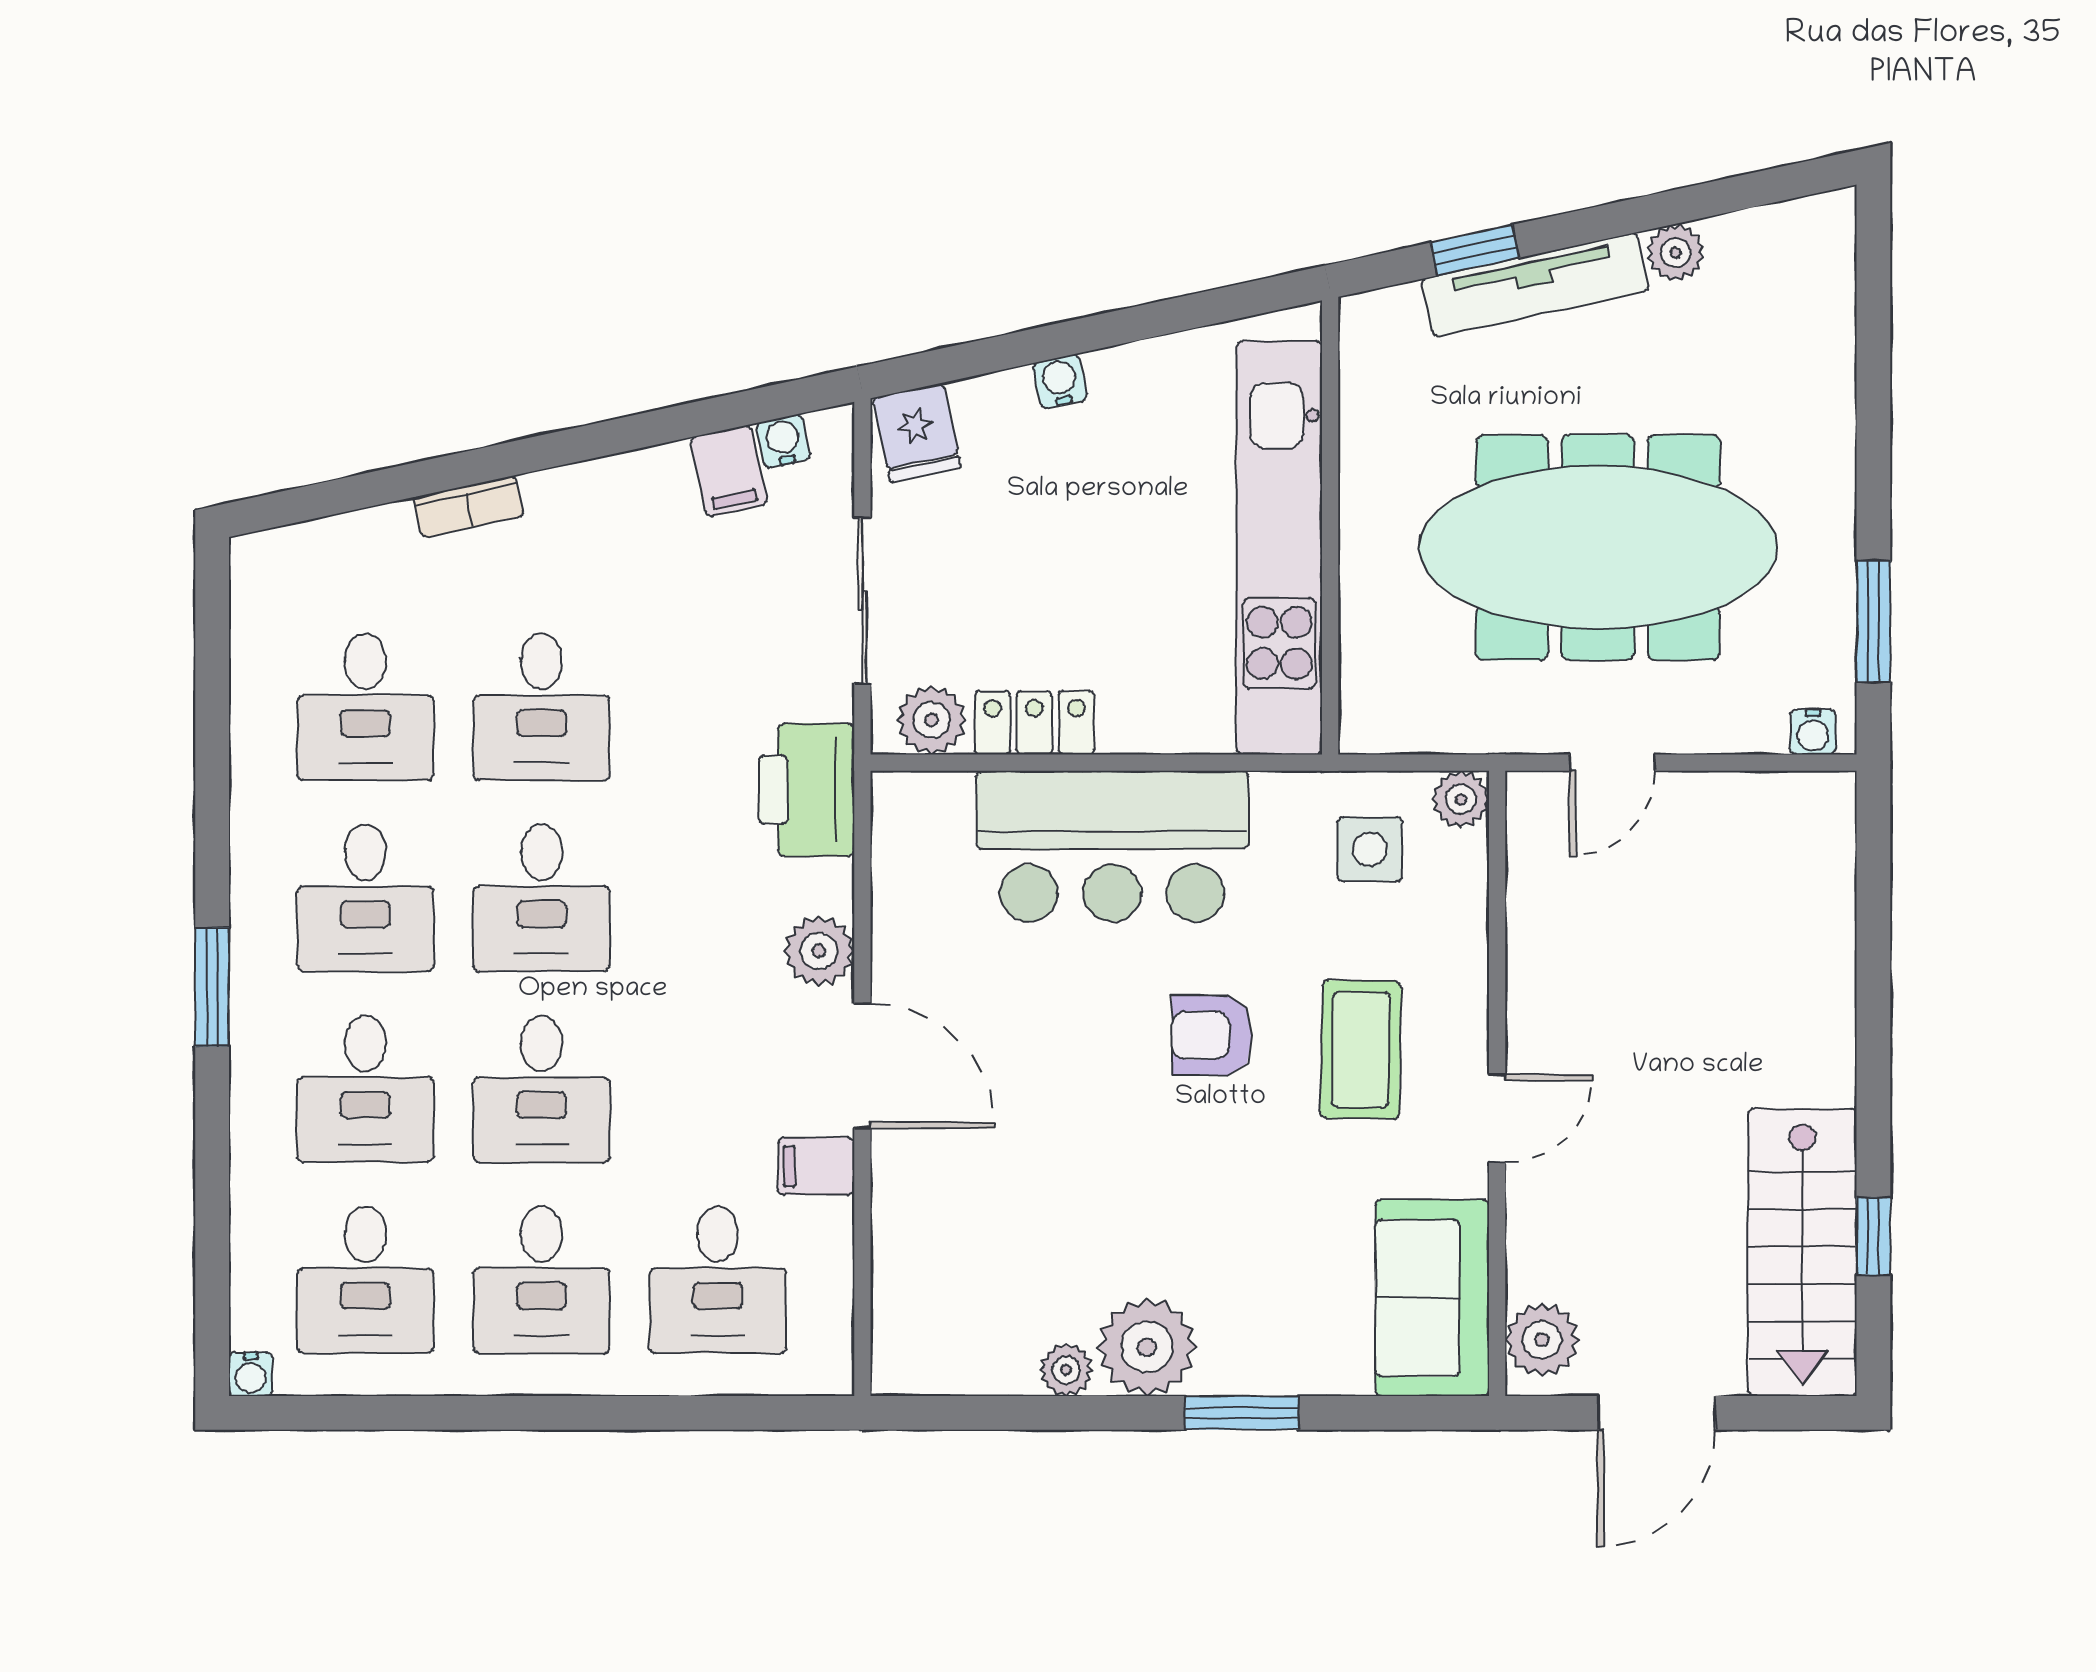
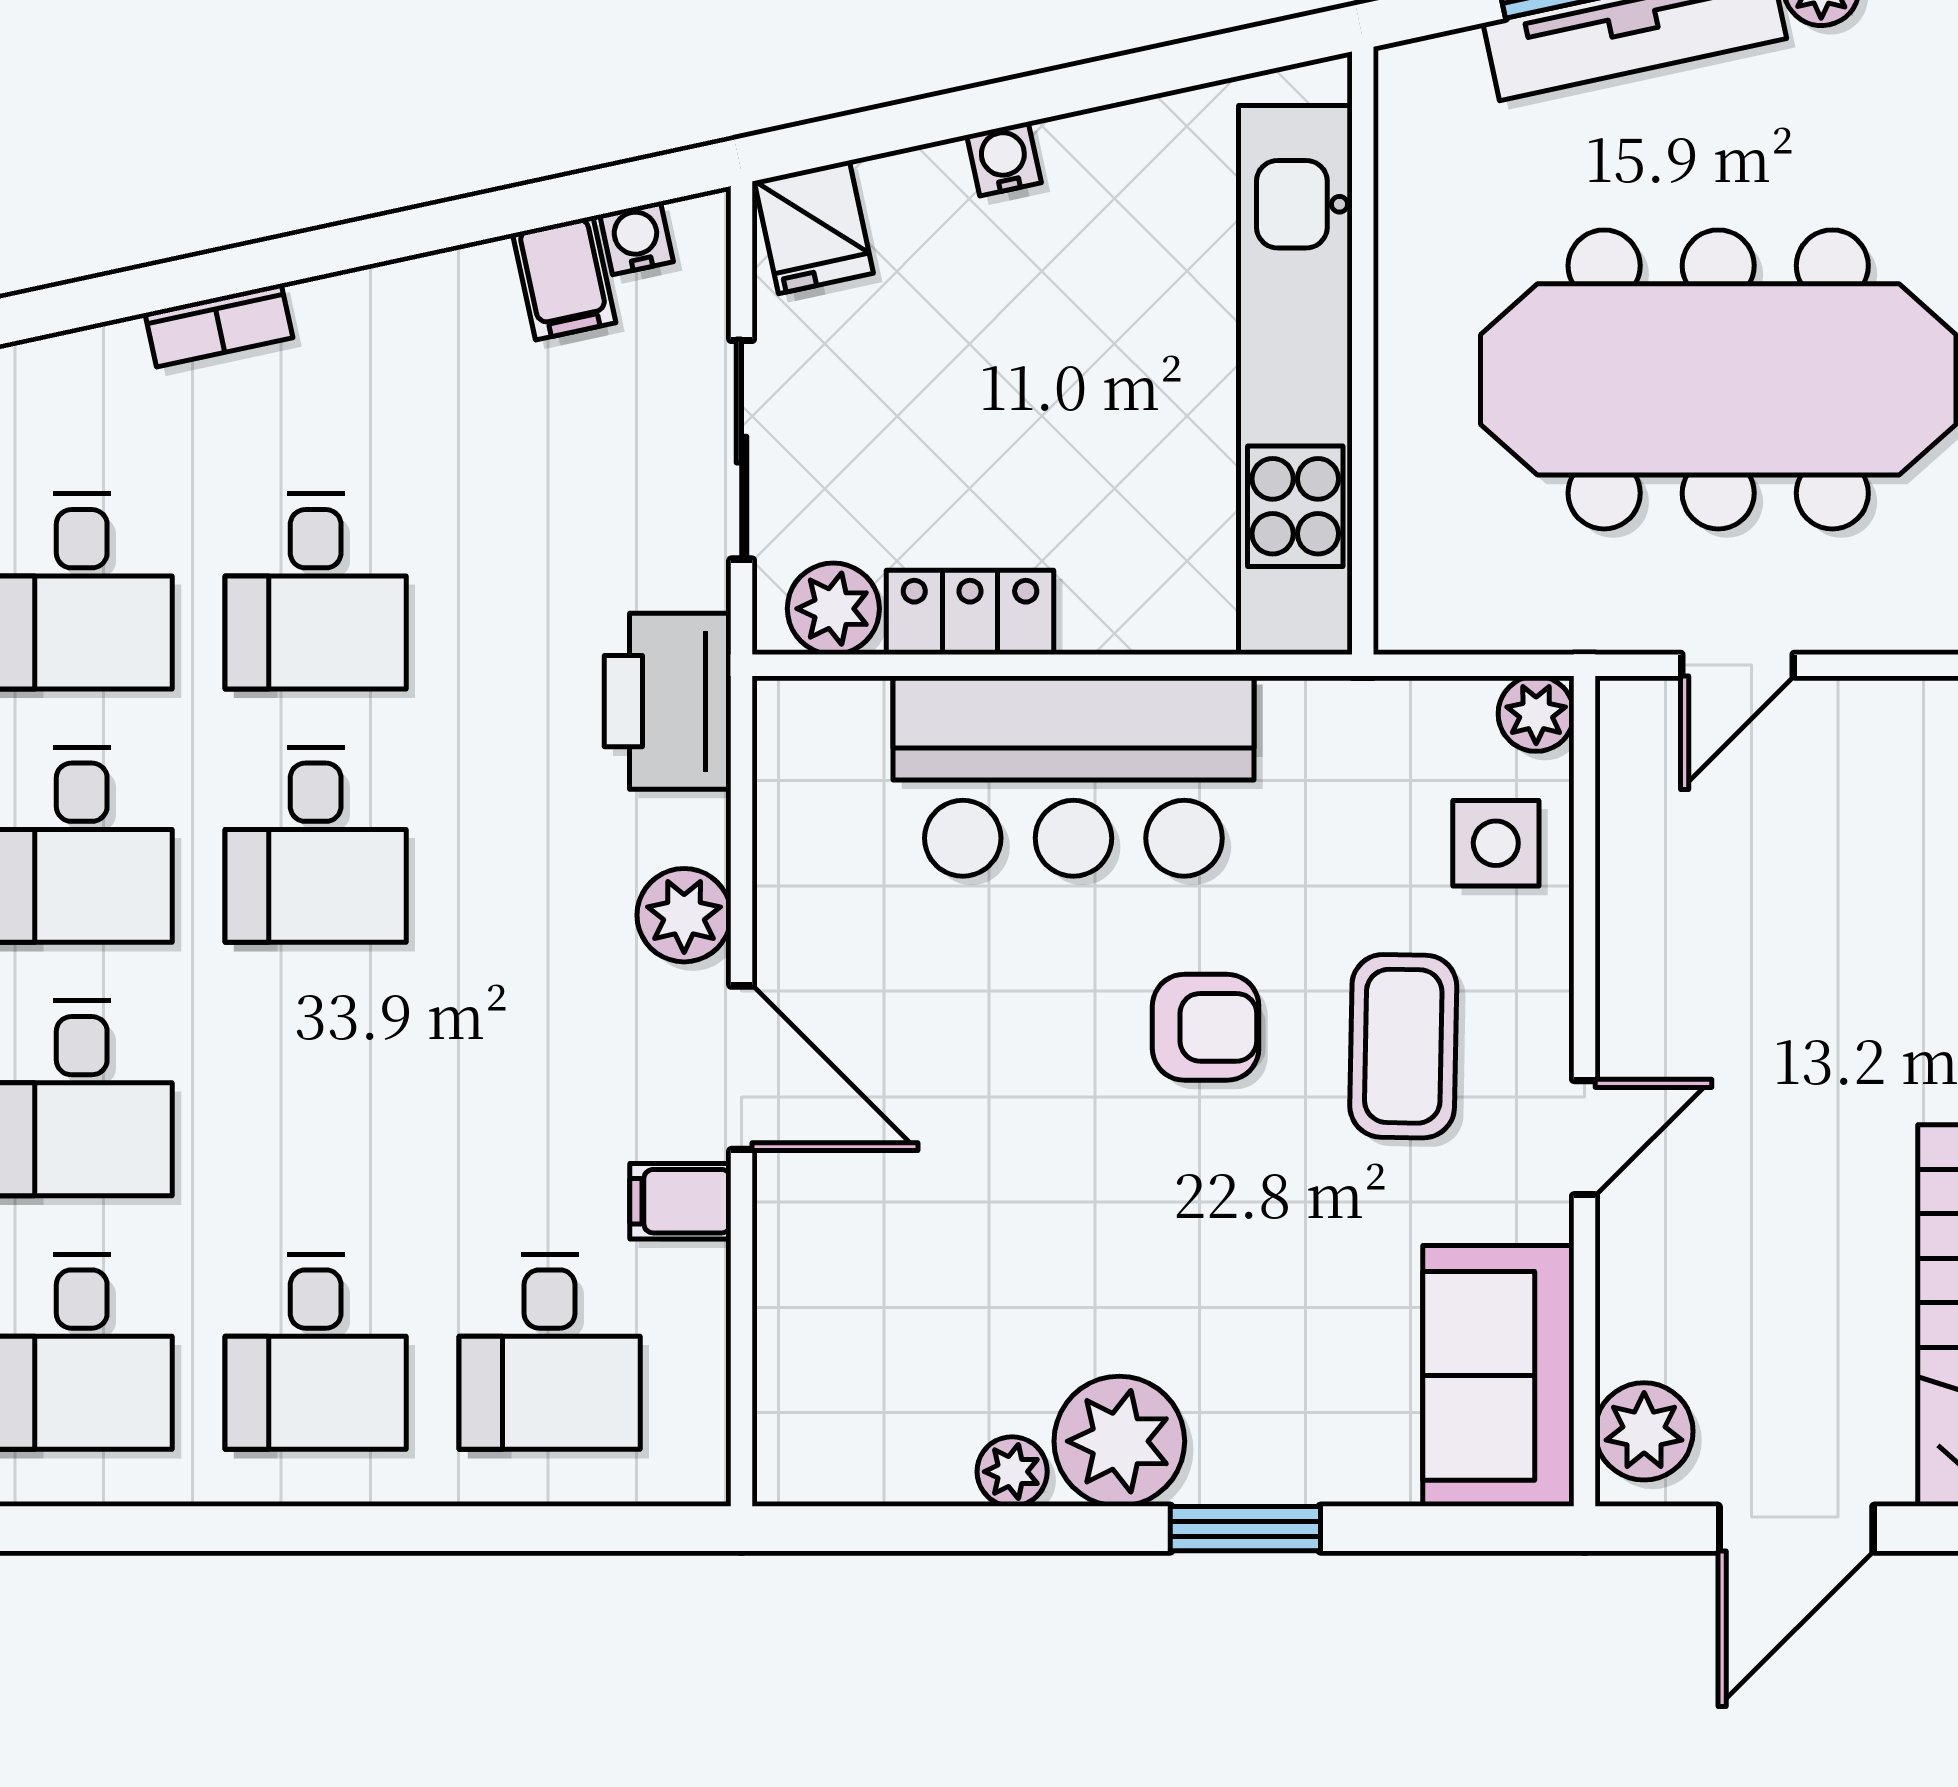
side table: (1370, 849) -> (1496, 843), moved
armchair: (1212, 1035) -> (1206, 1027), turned 180
desk: (542, 1089) -> (316, 1098), removed

